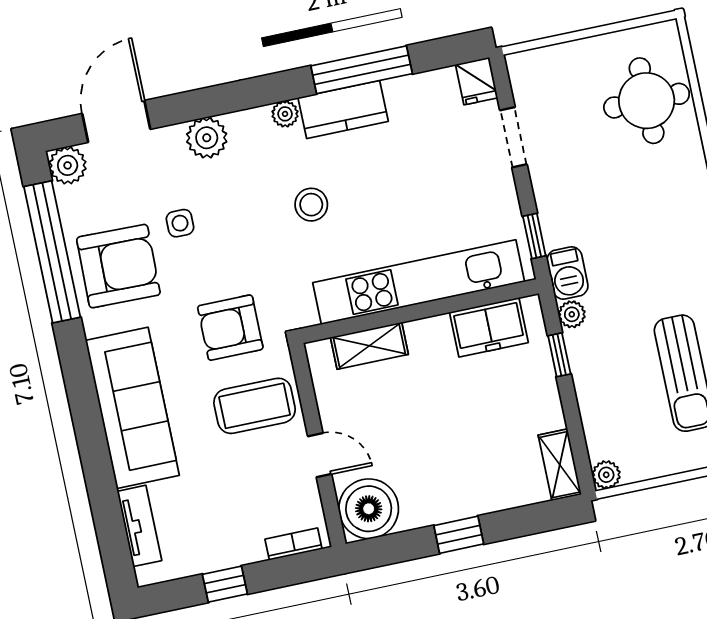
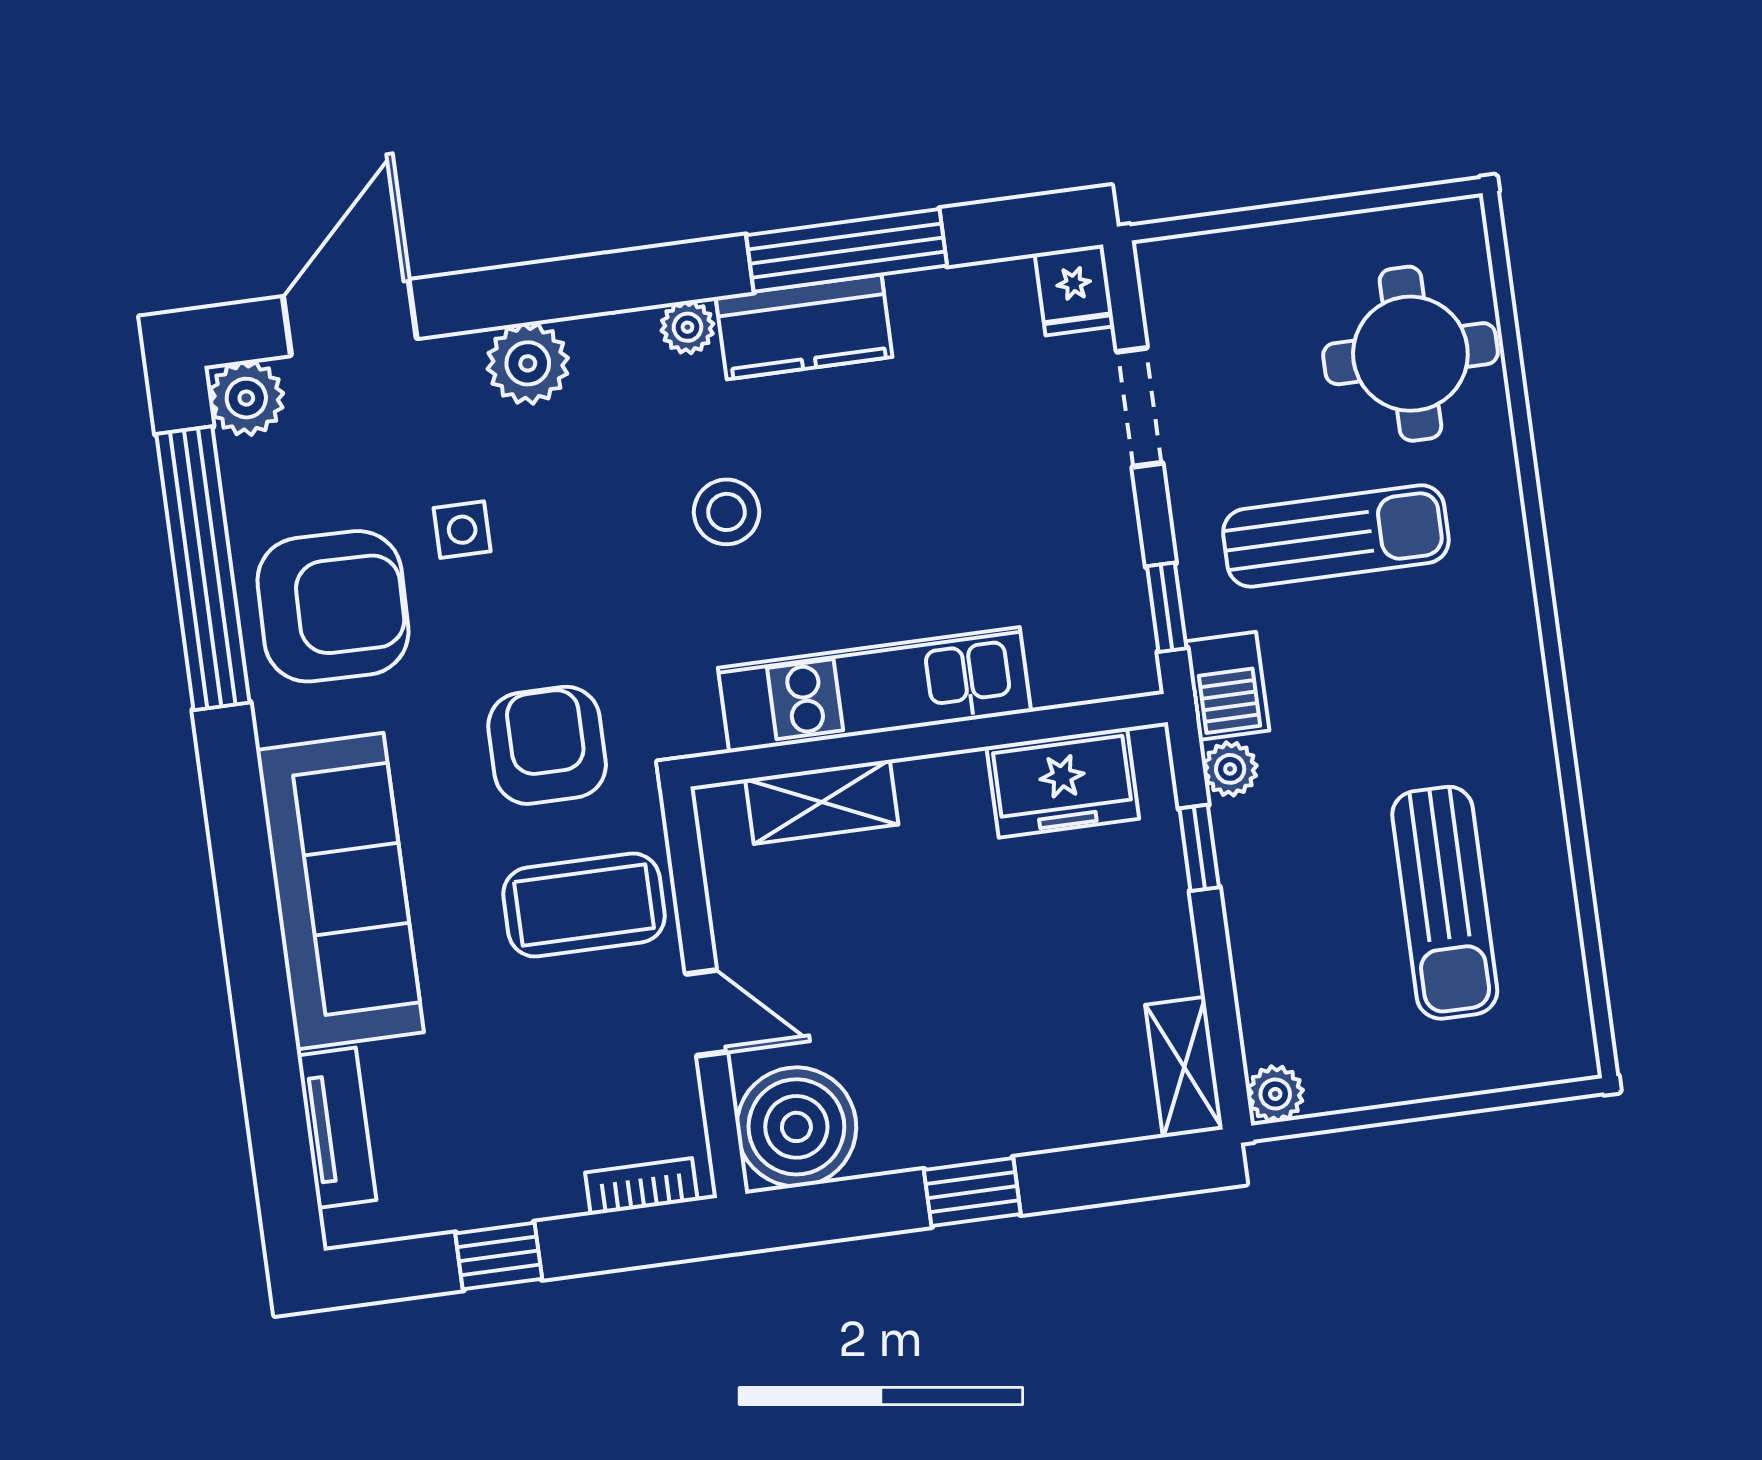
sun lounger: (616, 194) -> (1336, 536), added
kitchen unit: (419, 282) -> (875, 690), width x0.73
armchair: (230, 328) -> (547, 745), turned 90

